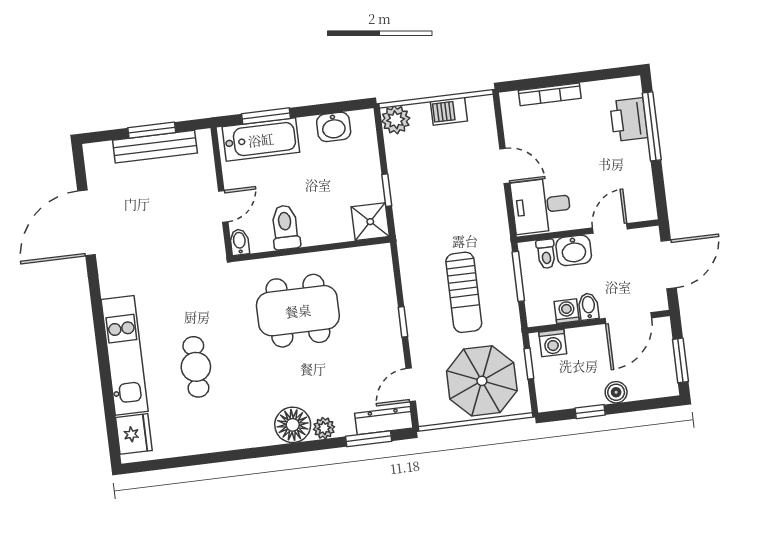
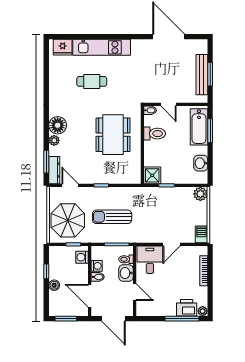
plant: (631, 86) -> (203, 311), added
barbecue: (449, 111) -> (202, 234), moved

